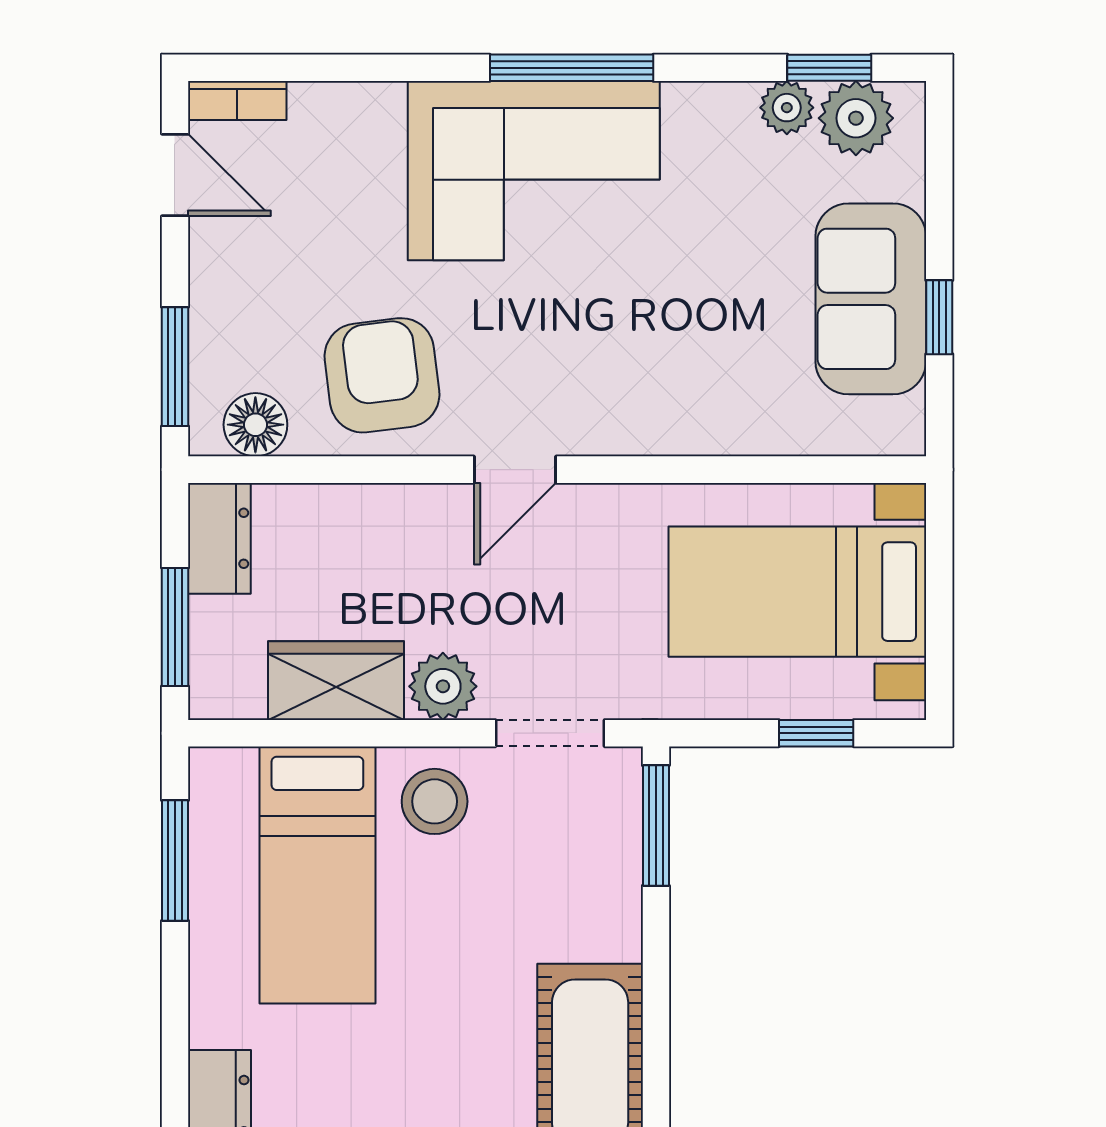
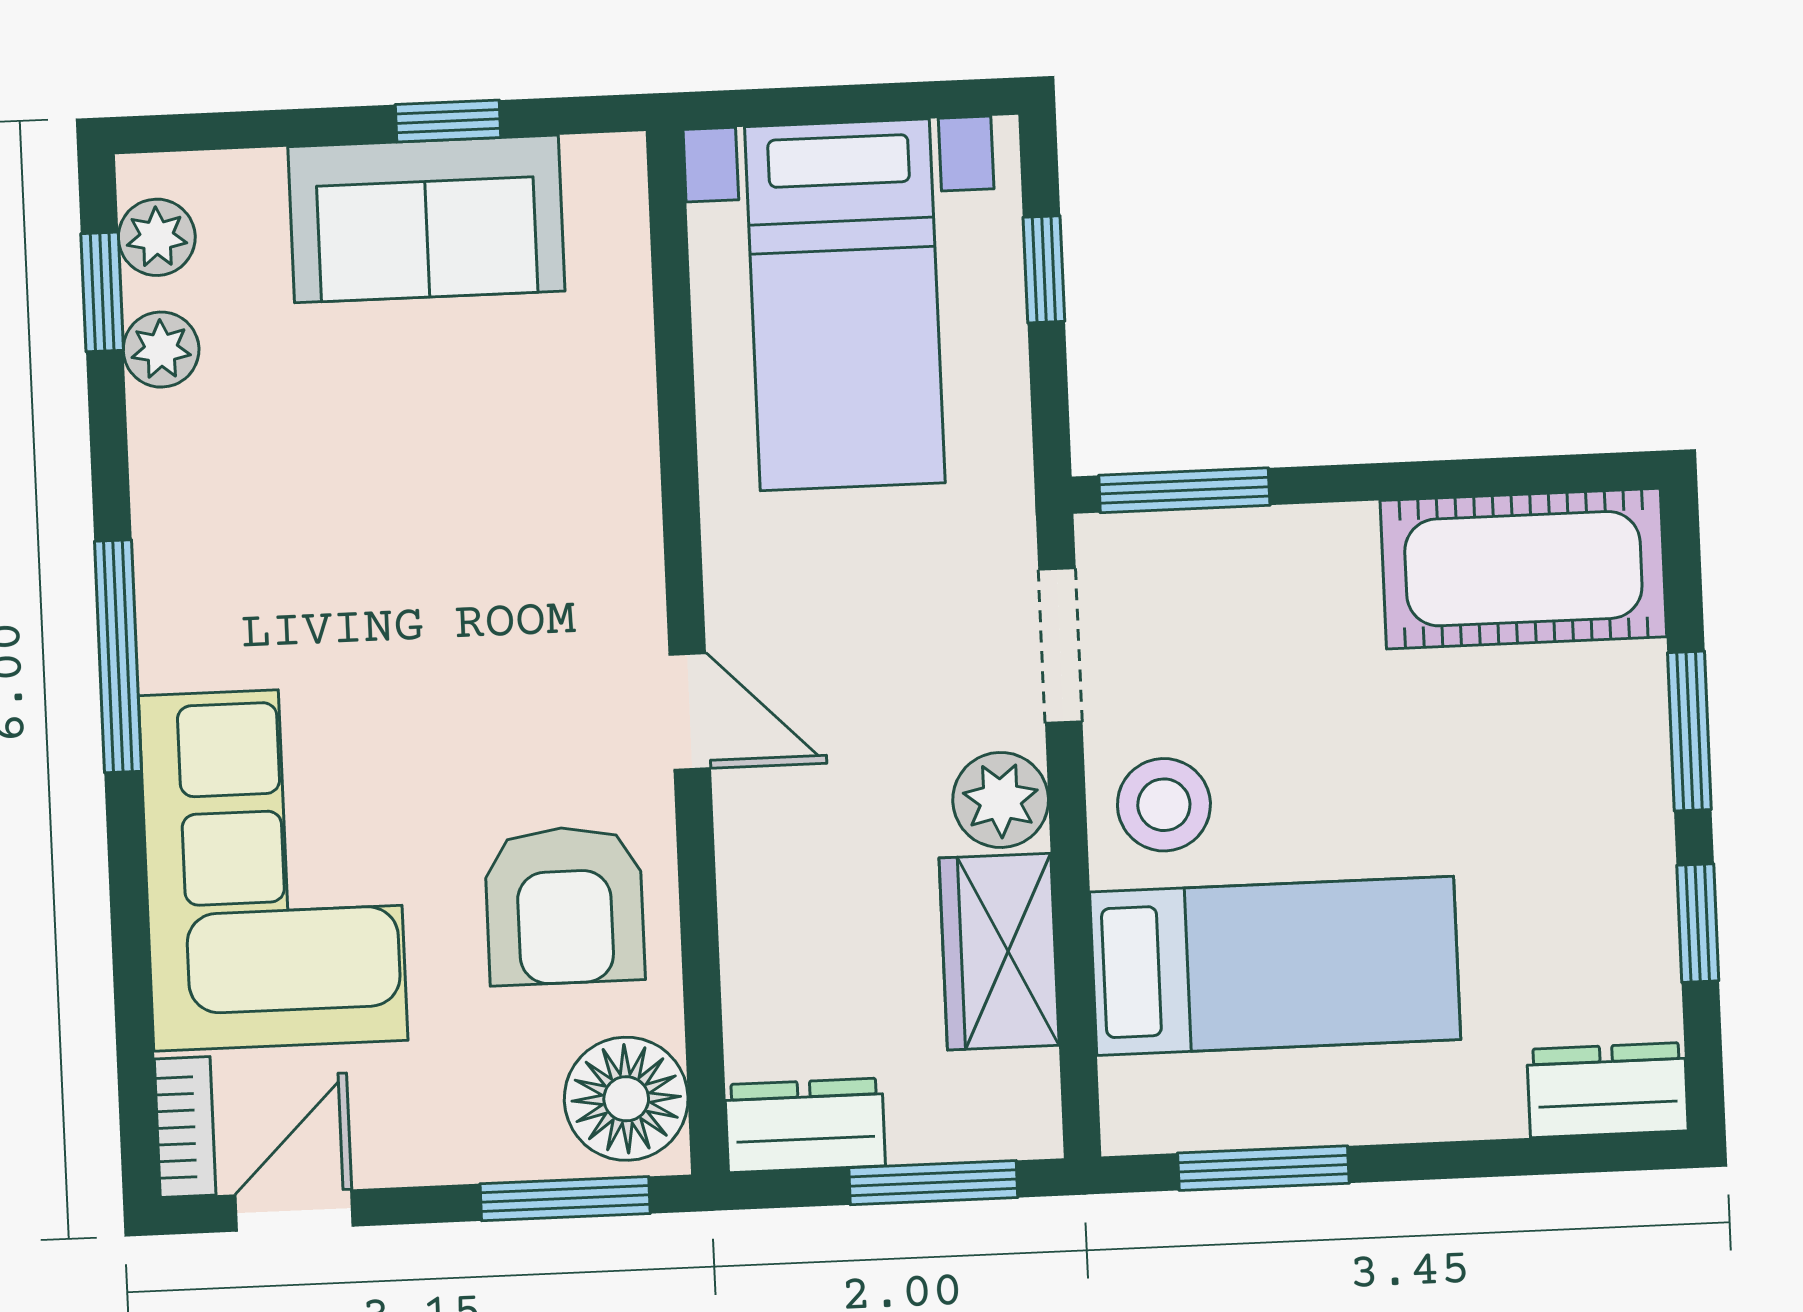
plant: (856, 118) -> (157, 237), width x0.73, depth x0.73
corner sofa: (534, 171) -> (273, 868), moved
armchair: (382, 375) -> (565, 905), turned -83
floor lamp: (255, 425) -> (626, 1099), width x1.38, depth x1.38

